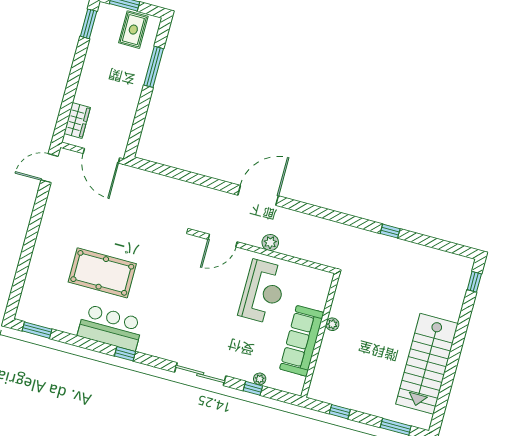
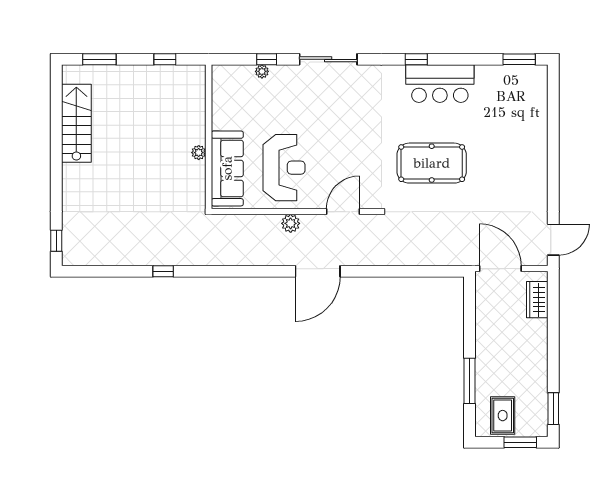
pool table: (102, 273) -> (432, 163), moved
reception desk: (263, 292) -> (284, 168), turned 180
sofa: (302, 341) -> (227, 168), moved
stairs: (427, 364) -> (76, 123), width x0.73, depth x0.66

